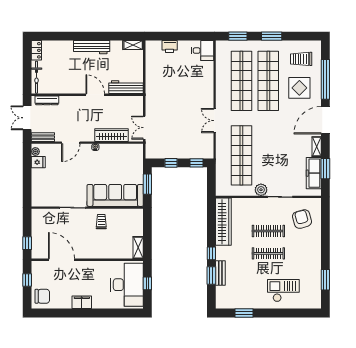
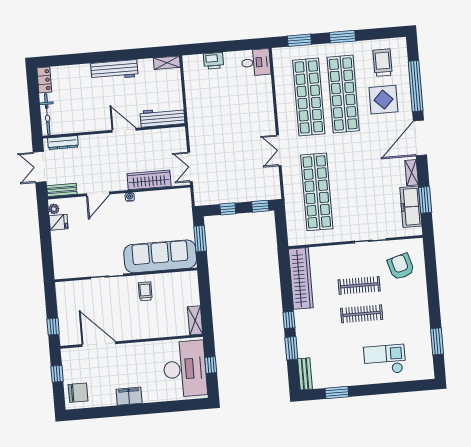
trolley: (301, 59) -> (383, 63), turned 90
plant: (261, 190) -> (345, 234), removed
bench: (220, 273) -> (305, 374), moved

